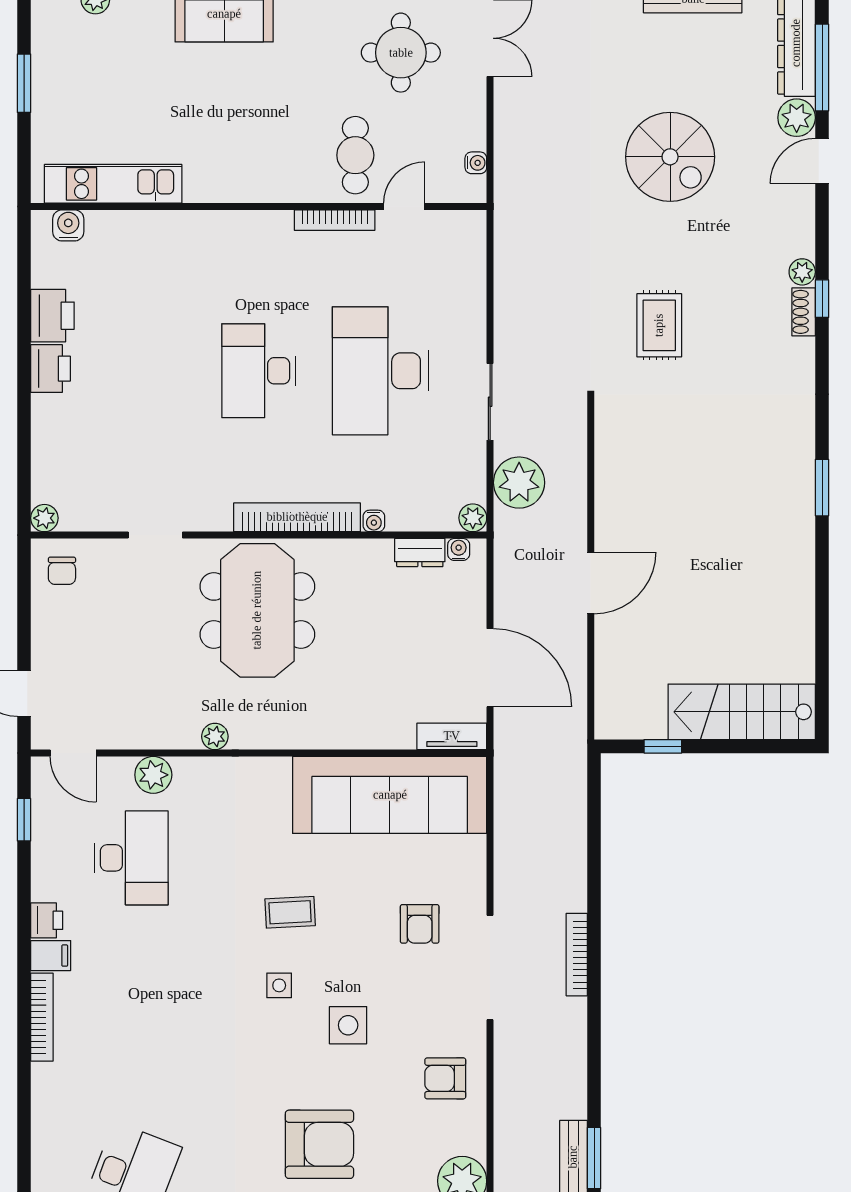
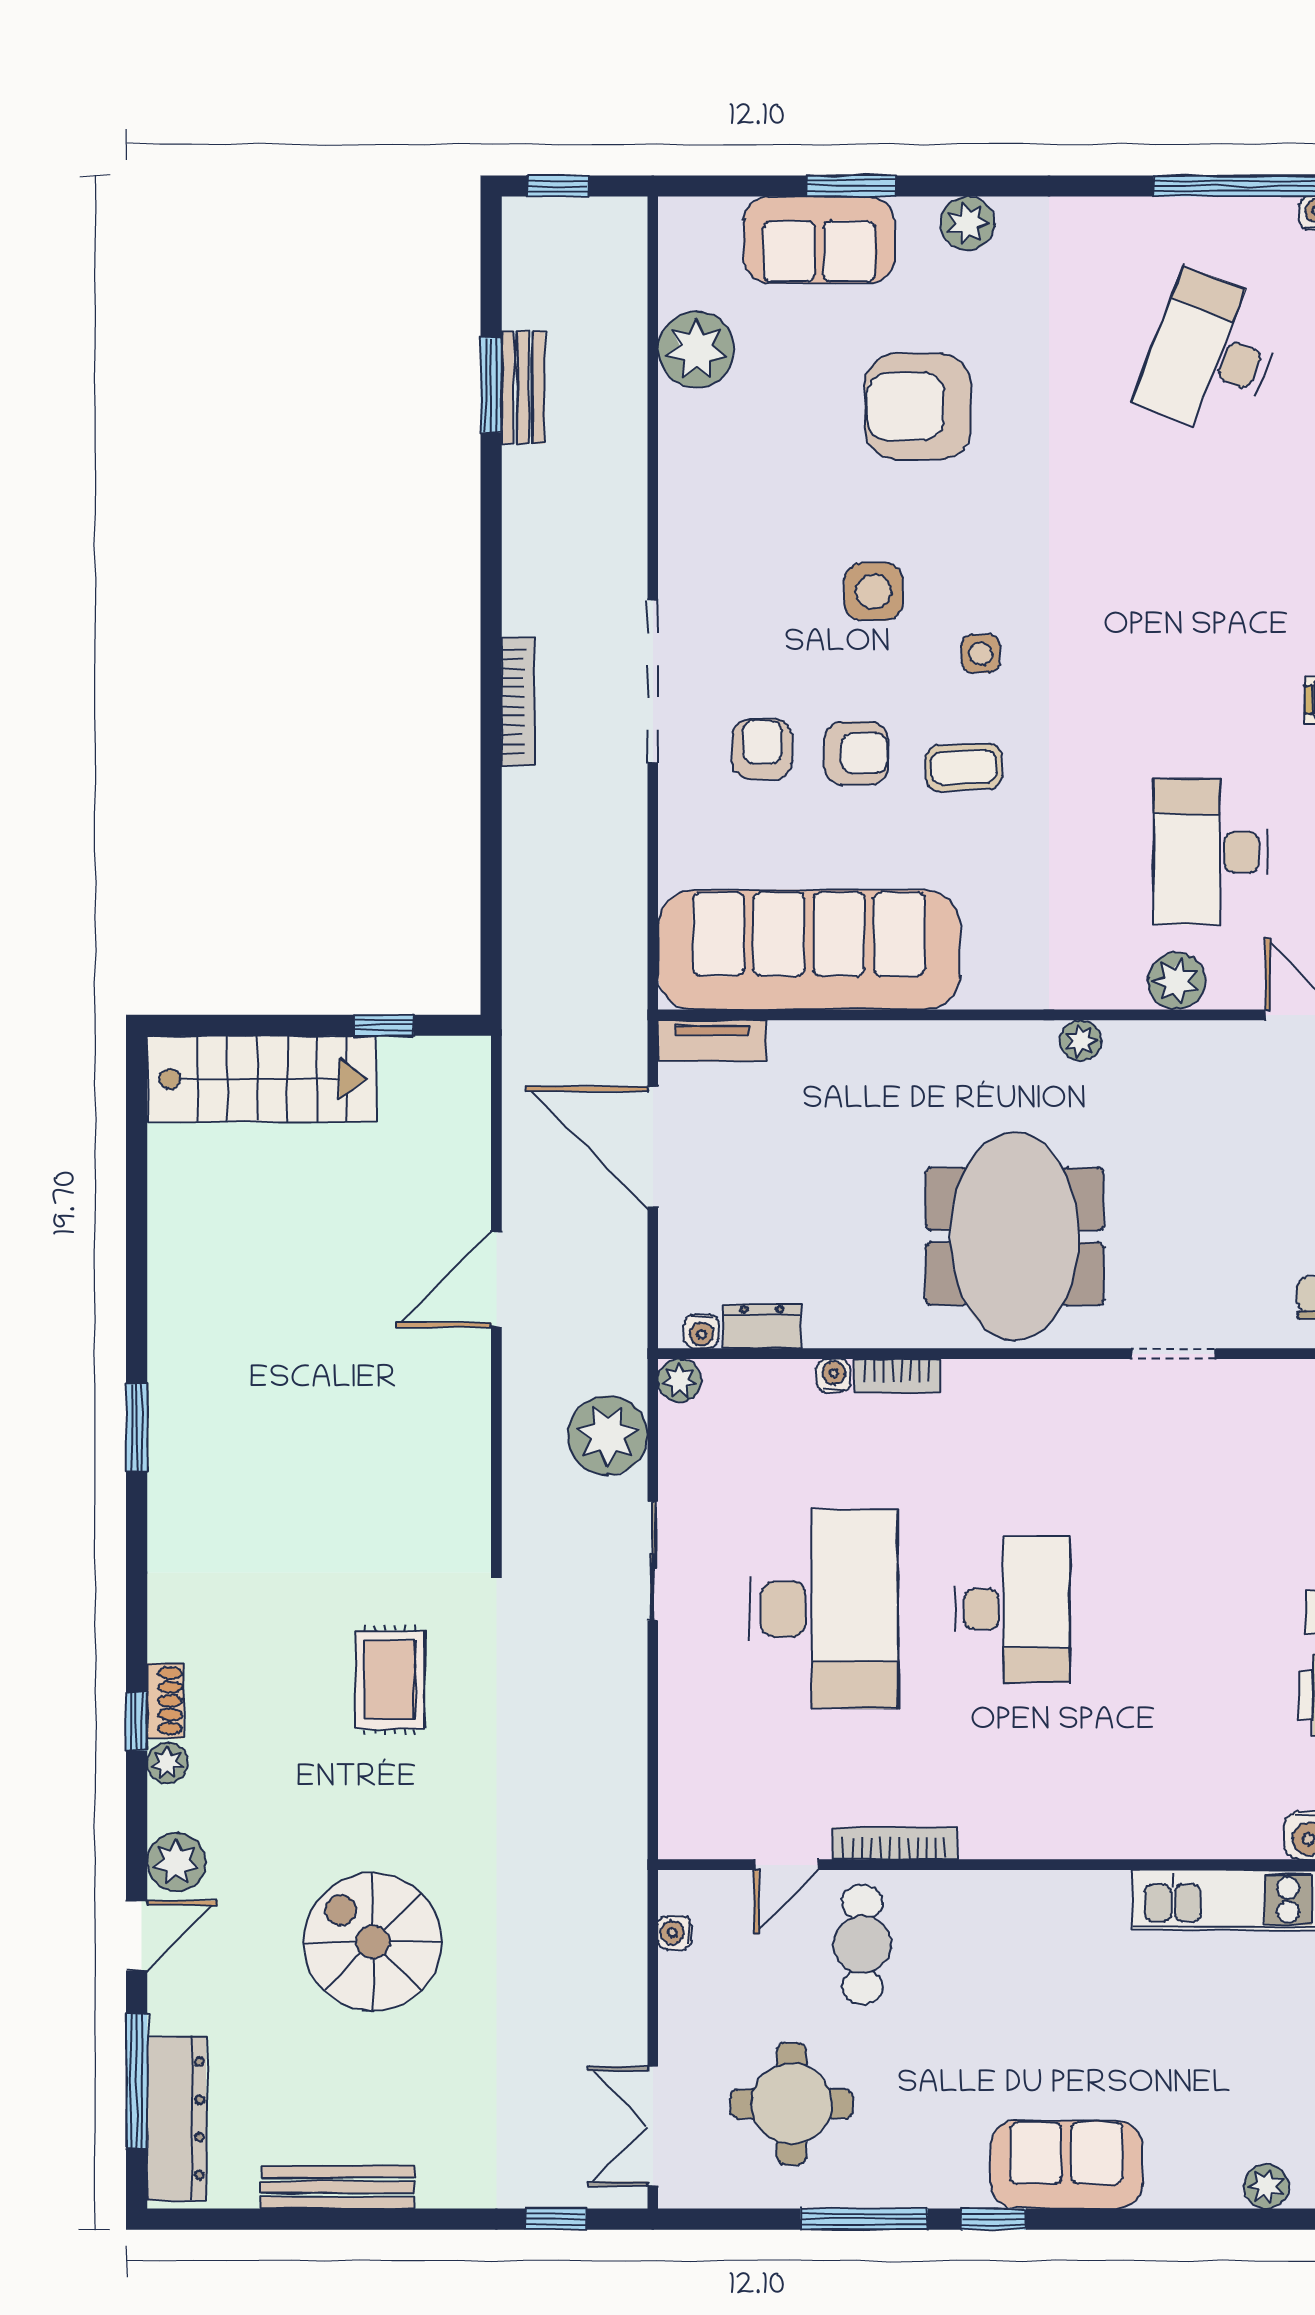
plant: (797, 118) -> (176, 1862), moved
bookcase: (297, 517) -> (897, 1376), width x0.43, depth x0.76
armchair: (445, 1078) -> (856, 753), moved

